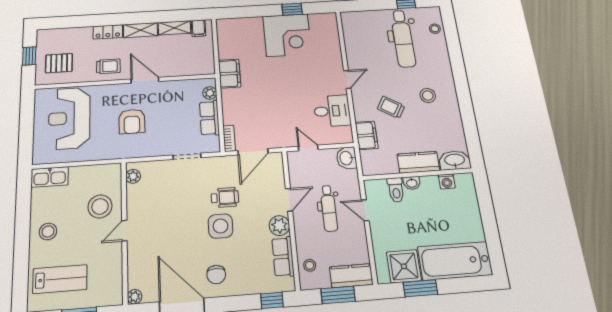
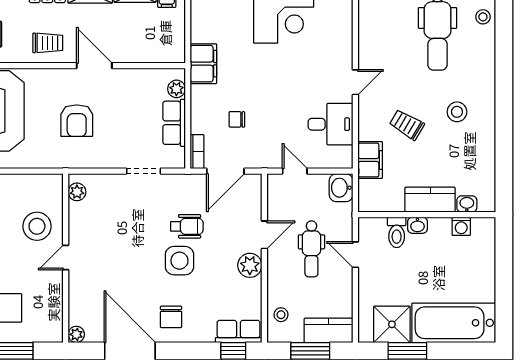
chair: (259, 112) -> (237, 119), added
washbasin: (455, 160) -> (467, 204), width x0.52, depth x0.69
row of seats: (283, 257) -> (239, 331), moved, turned 90

